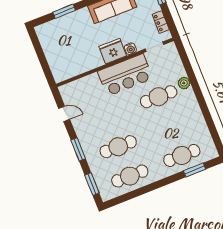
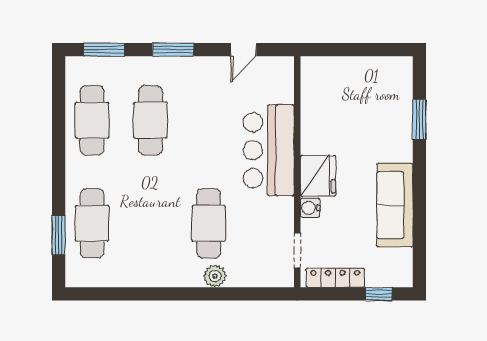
locker: (161, 22) -> (335, 278), width x1.53
bar counter: (125, 75) -> (269, 150), moved

